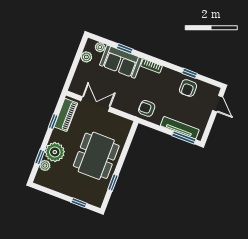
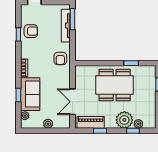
plant: (86, 57) -> (48, 124), moved

